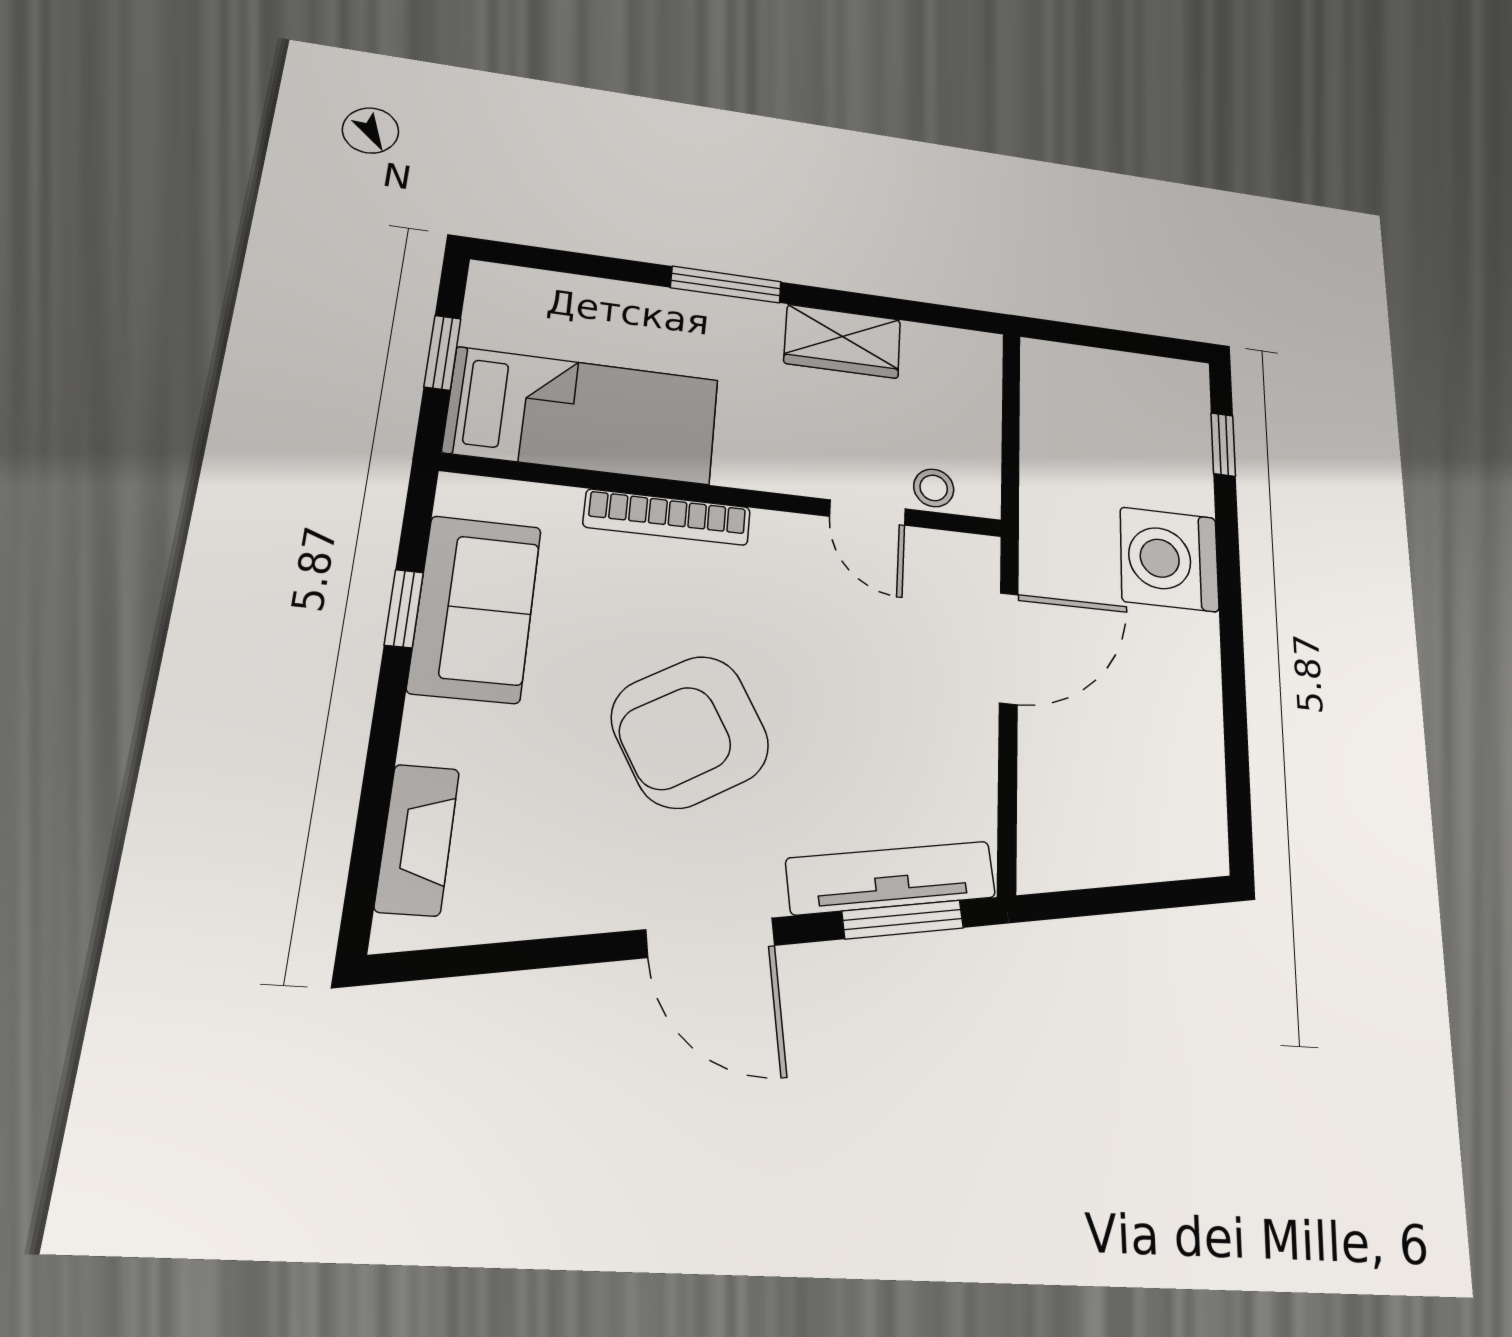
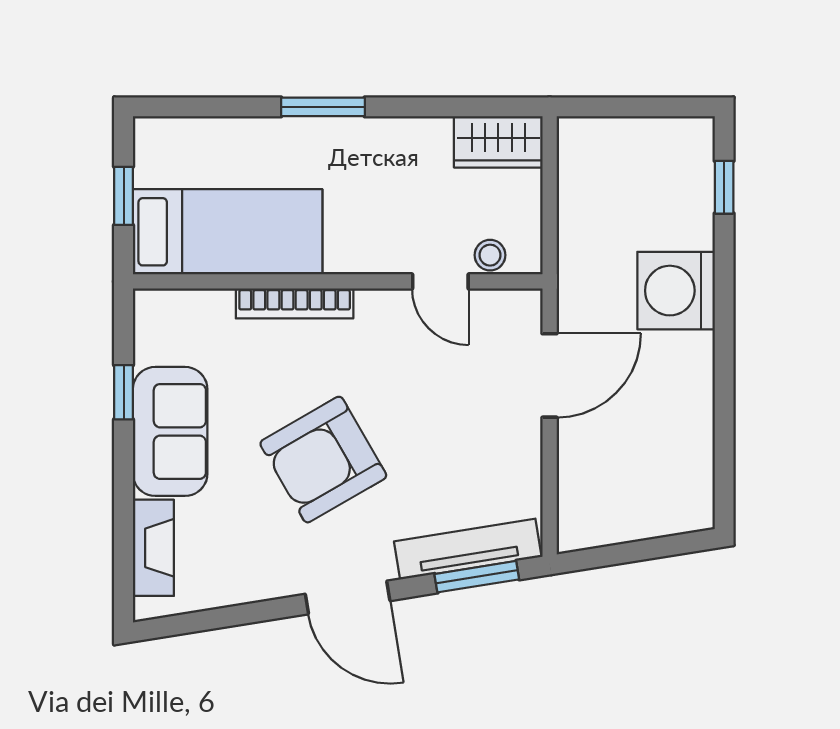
wardrobe: (843, 341) -> (498, 142), moved
sofa: (475, 609) -> (170, 431), moved

